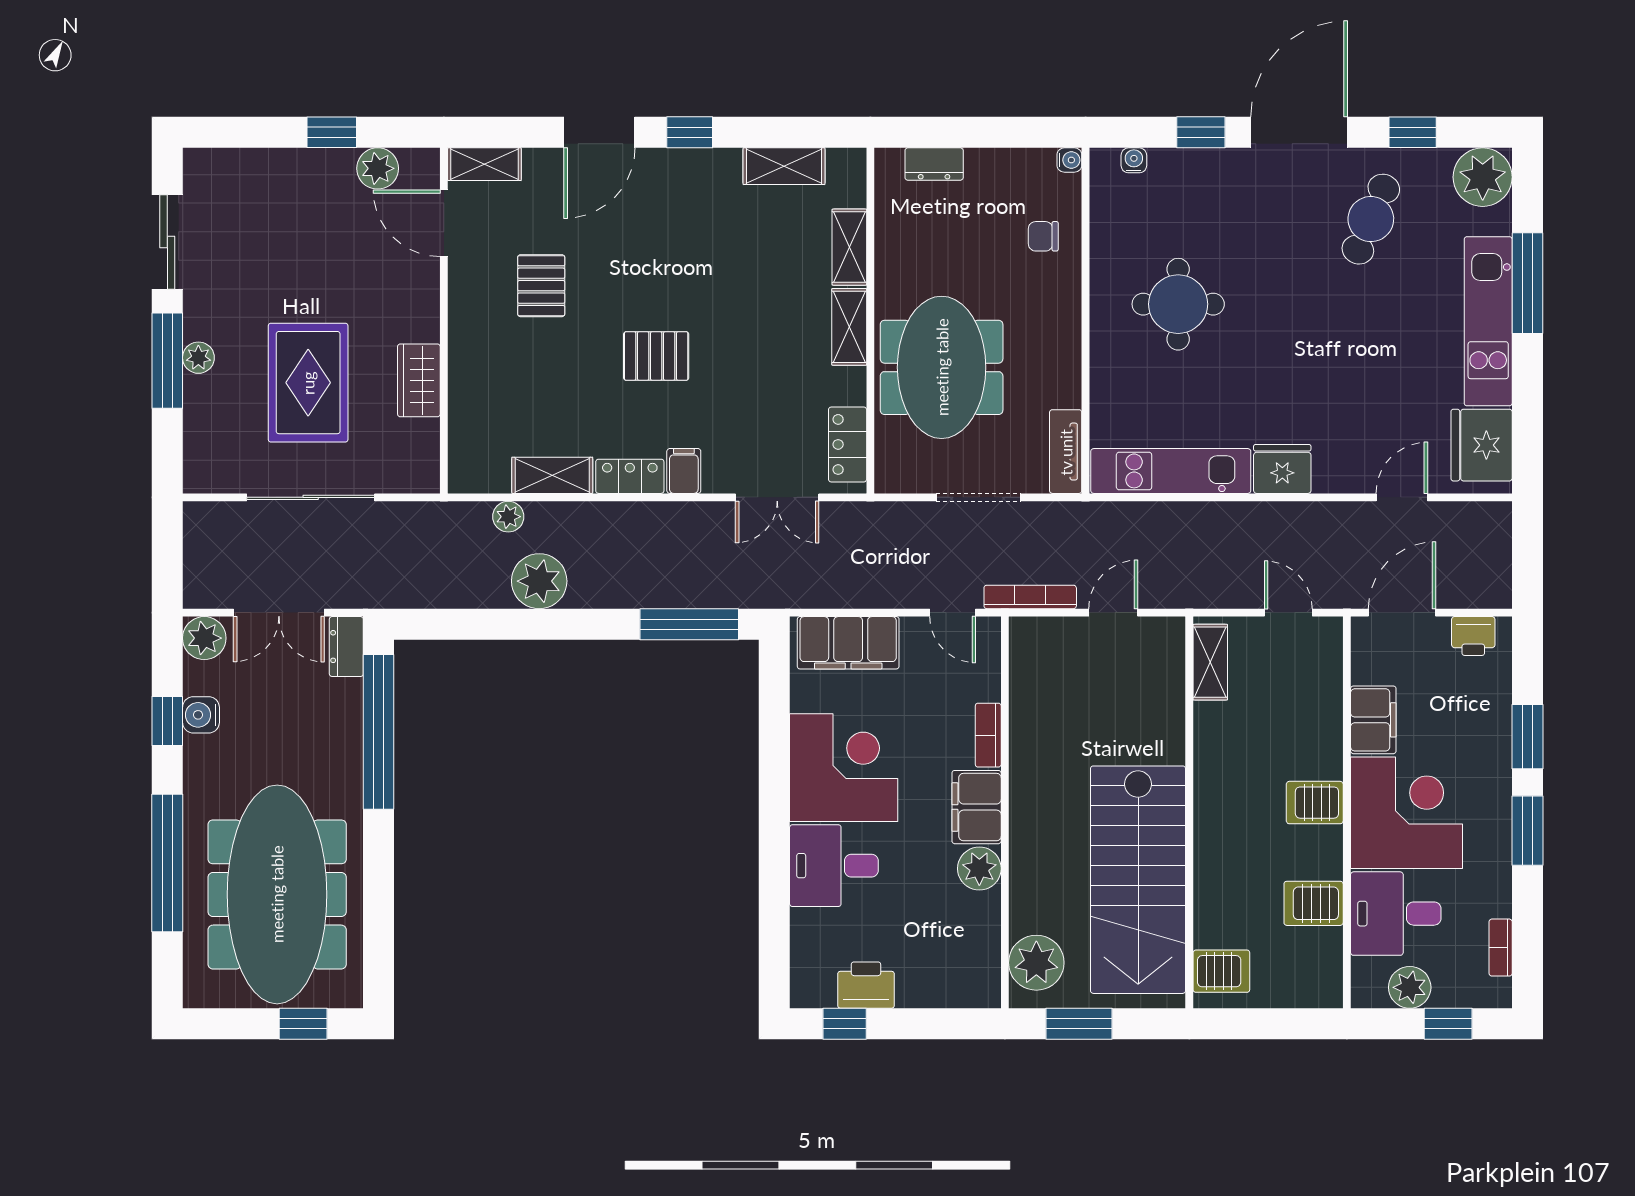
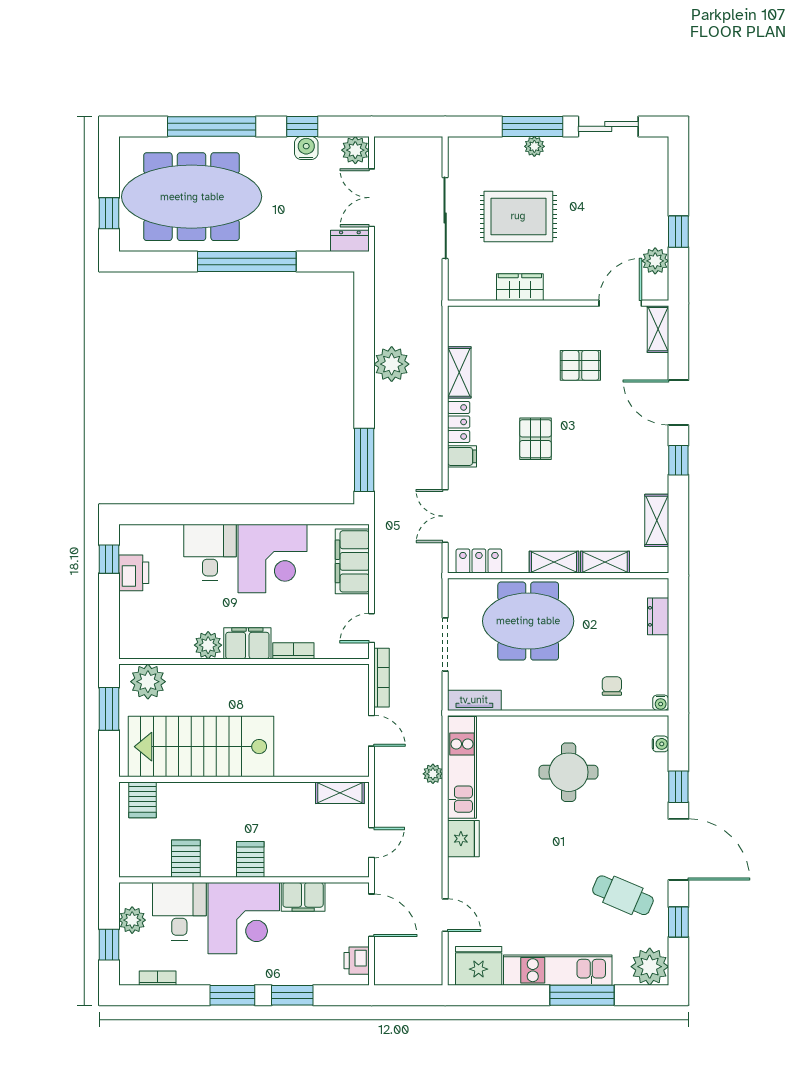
plant: (508, 517) -> (433, 774), moved
window: (379, 732) -> (247, 261), moved

